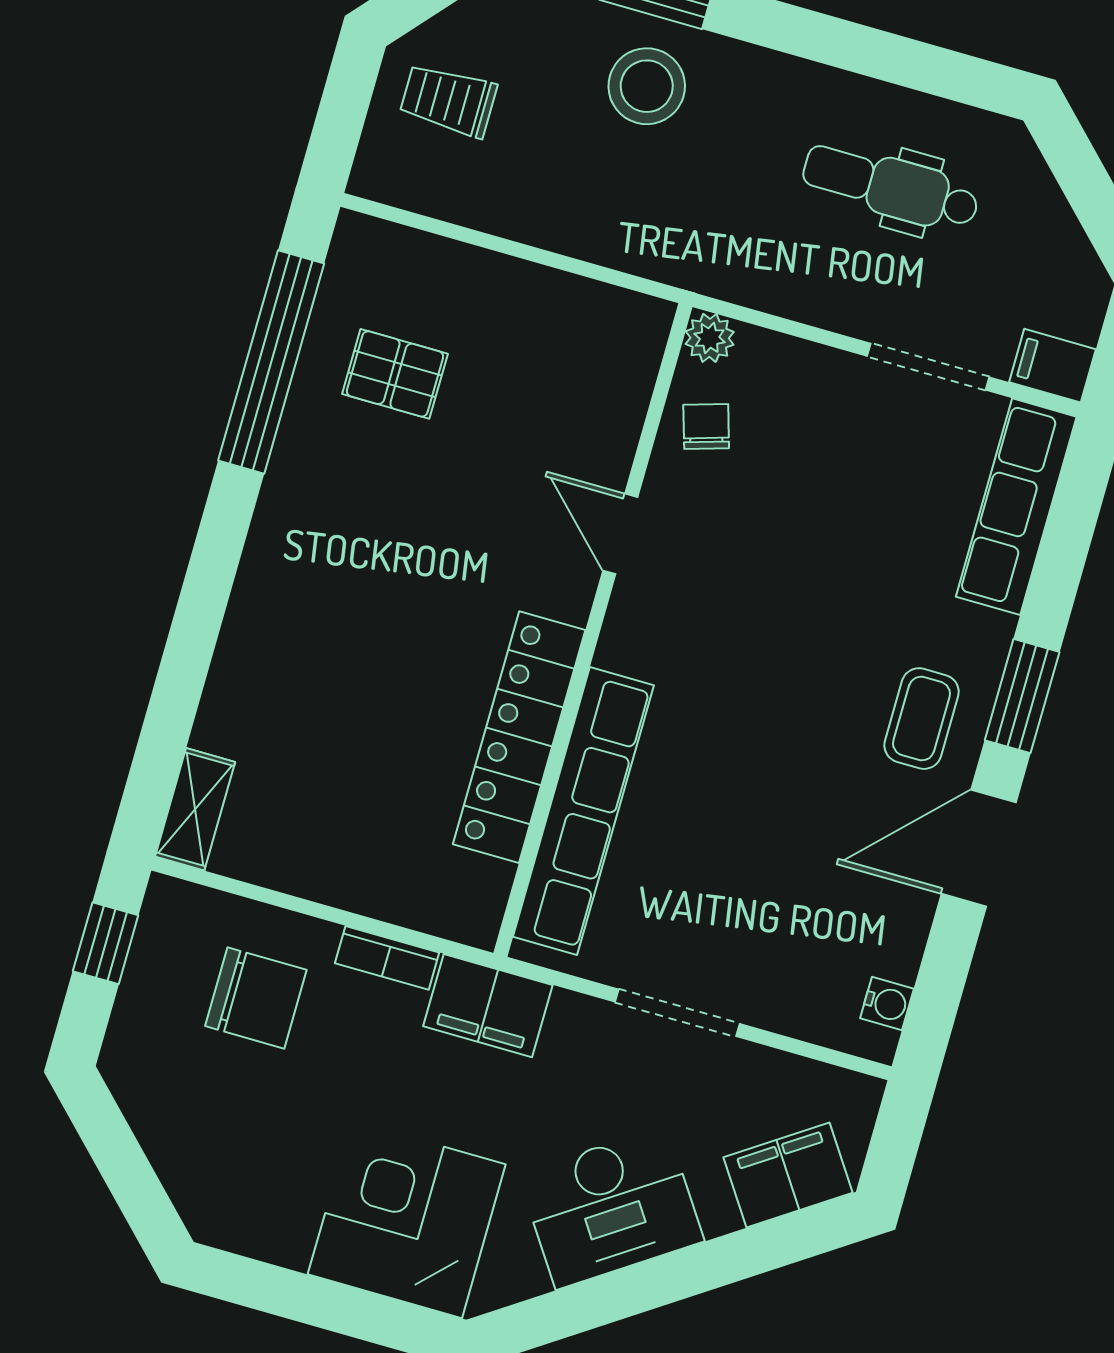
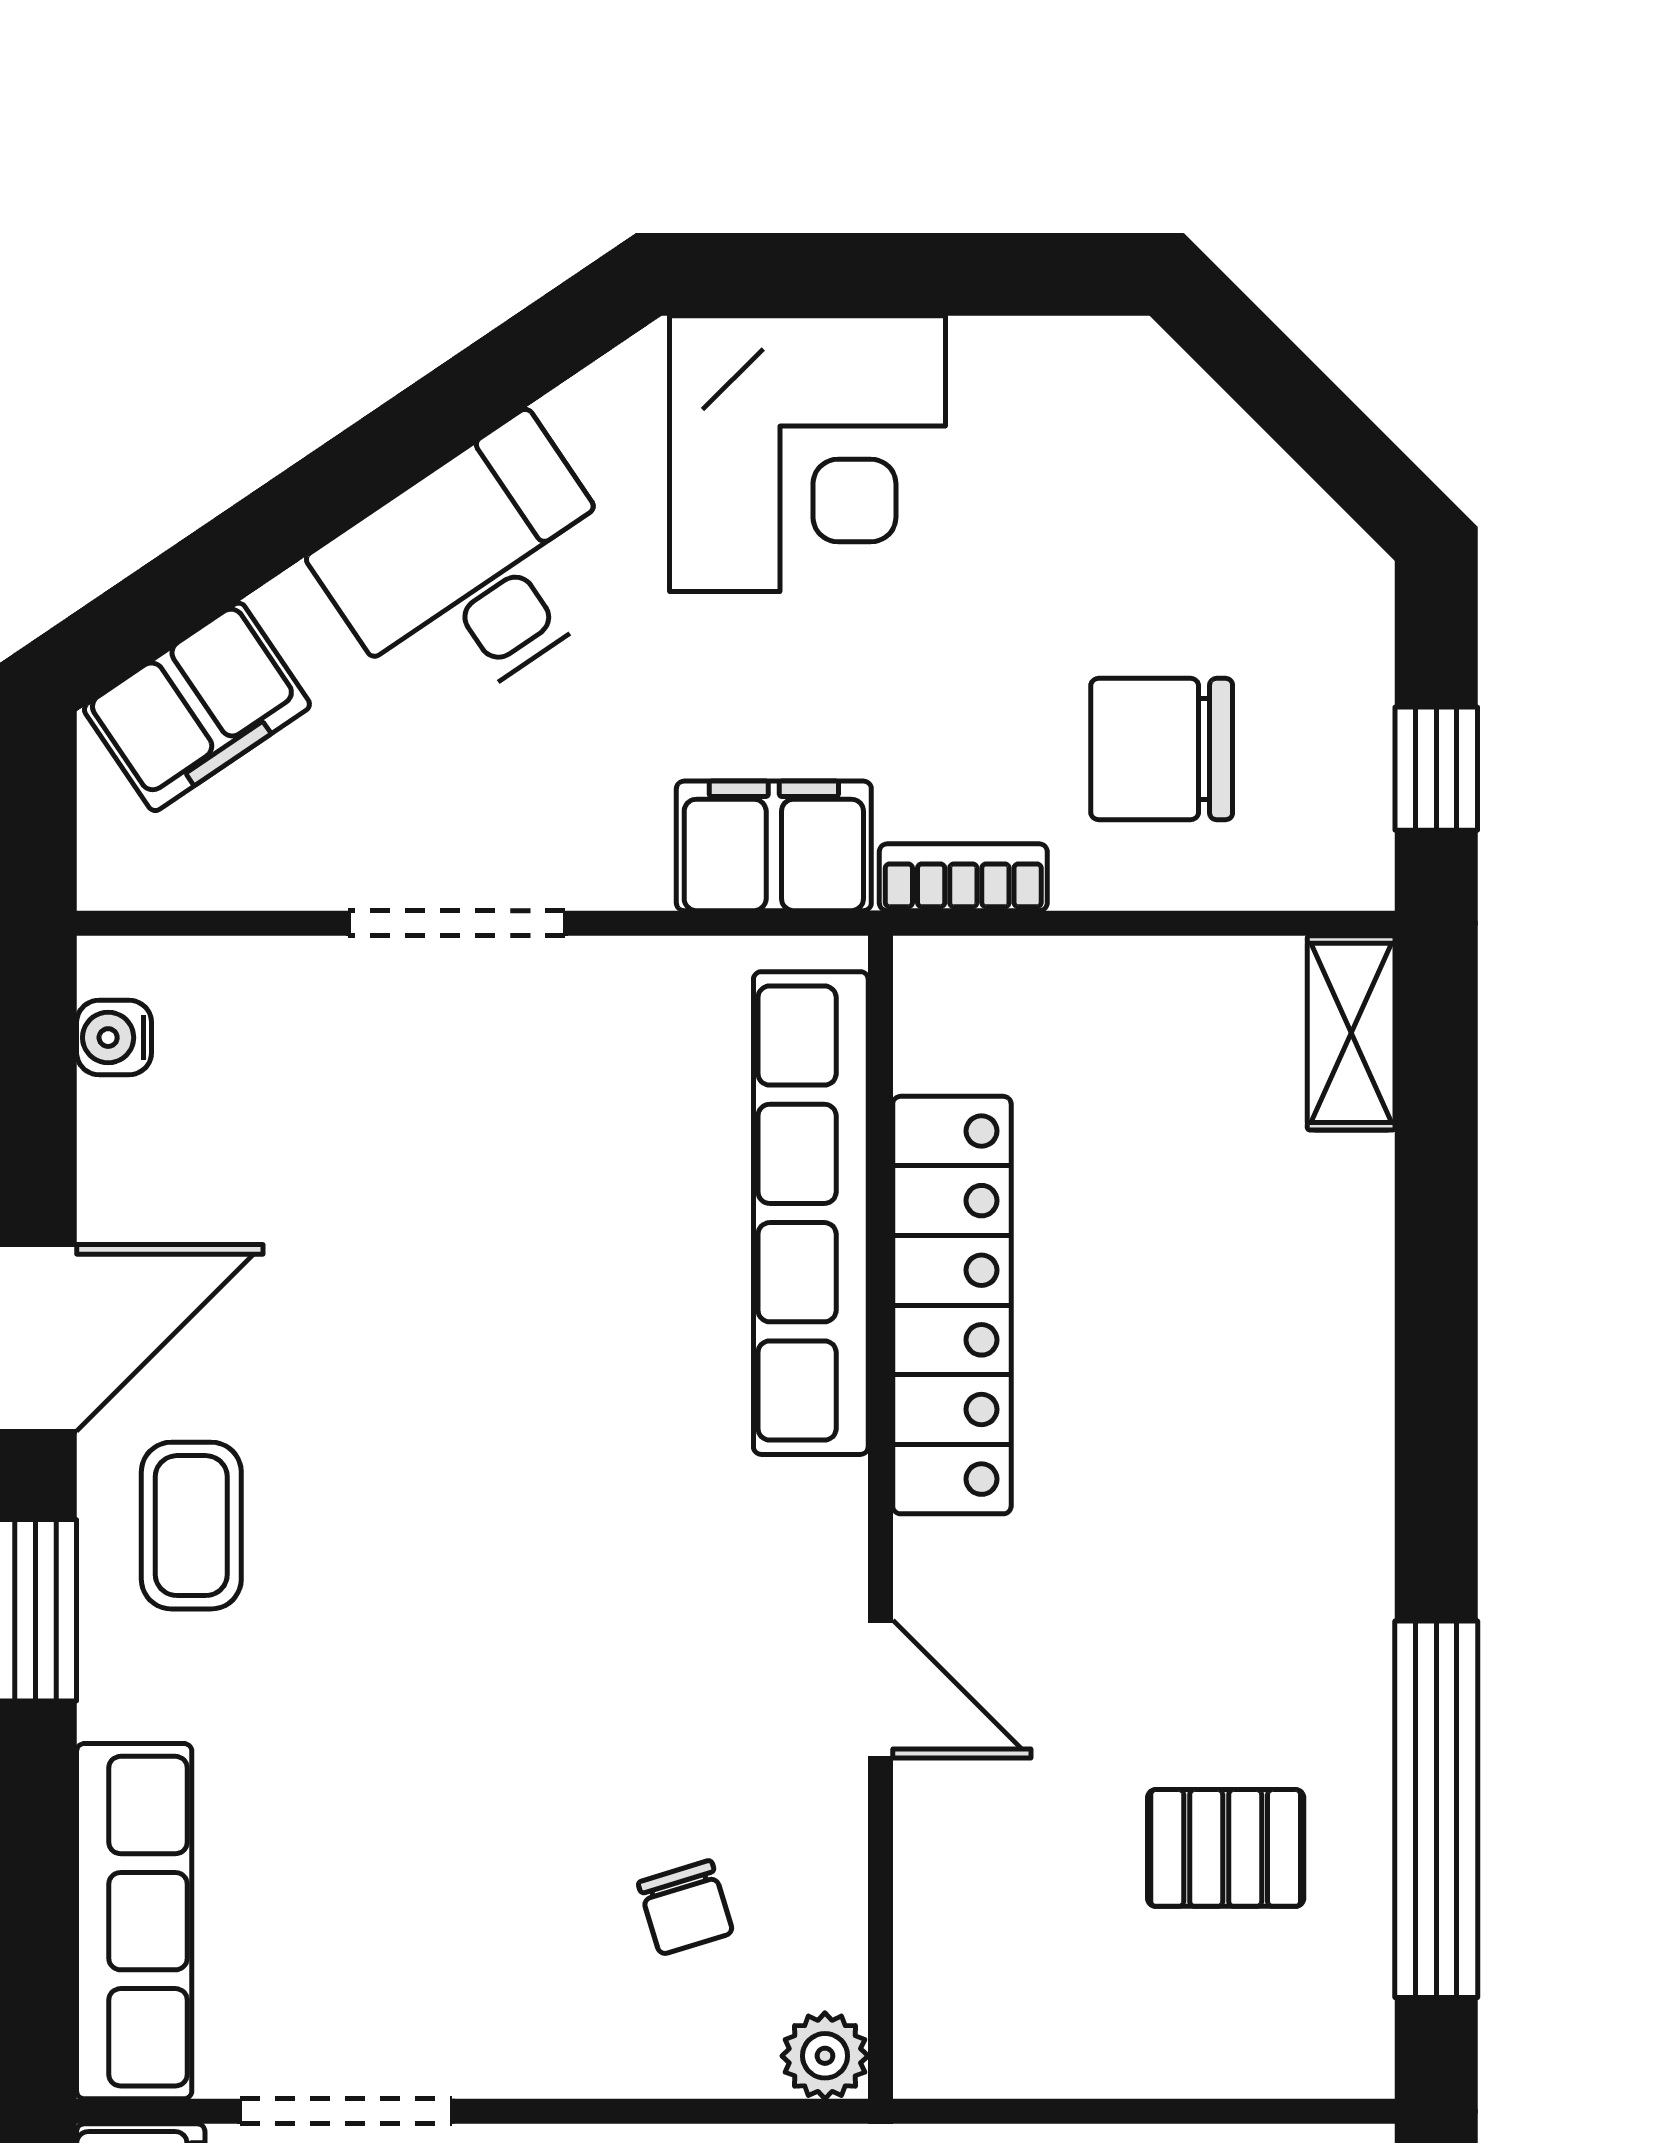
plant: (710, 338) -> (825, 2056), moved
door: (620, 534) -> (880, 1689), moved
wall: (593, 630) -> (880, 1517), moved
locker: (519, 737) -> (952, 1305), moved
row of seats: (583, 811) -> (811, 1213), moved

